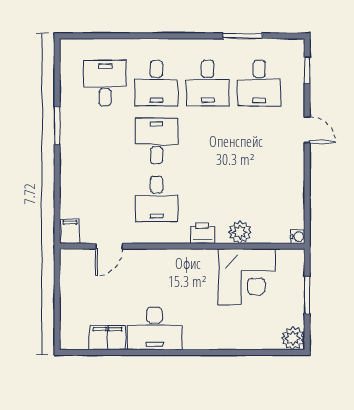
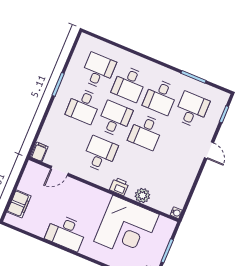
desk: (259, 83) -> (192, 110), turned 180
desk: (105, 141) -> (83, 106), added
desk: (208, 141) -> (146, 132), added
desk: (156, 199) -> (100, 154), turned 180
corner desk: (247, 277) -> (126, 228), width x1.36, depth x1.36
filing cabinet: (107, 338) -> (19, 204), moved, turned 90

